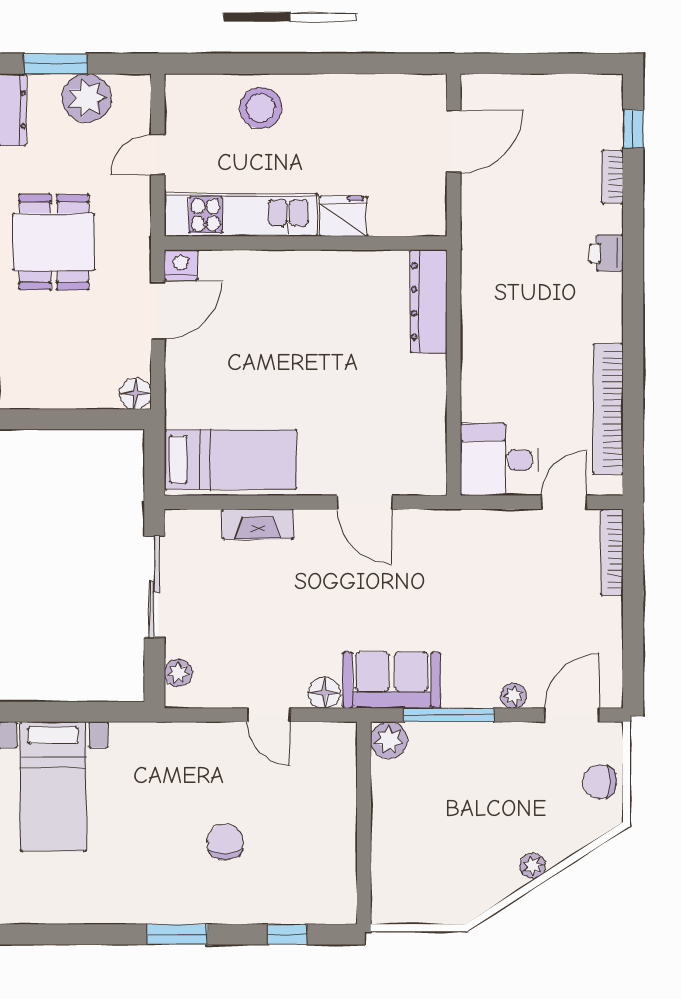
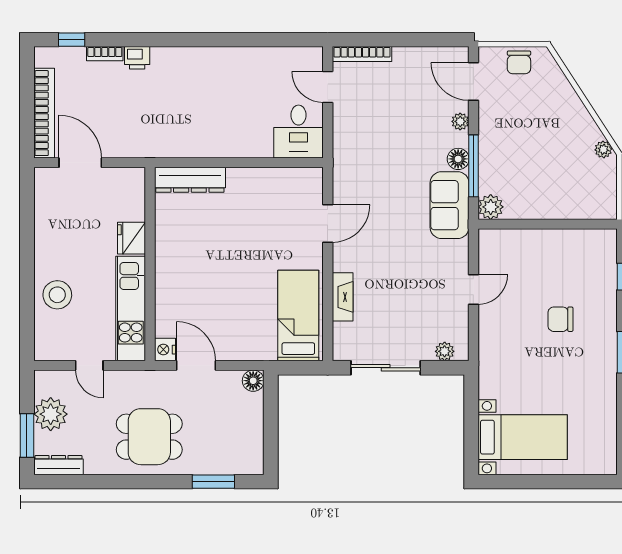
printer: (607, 253) -> (137, 58), moved
bookcase: (608, 409) -> (44, 113), moved, turned -90
floor lamp: (324, 693) -> (458, 159), moved
plant: (533, 866) -> (603, 149), moved

